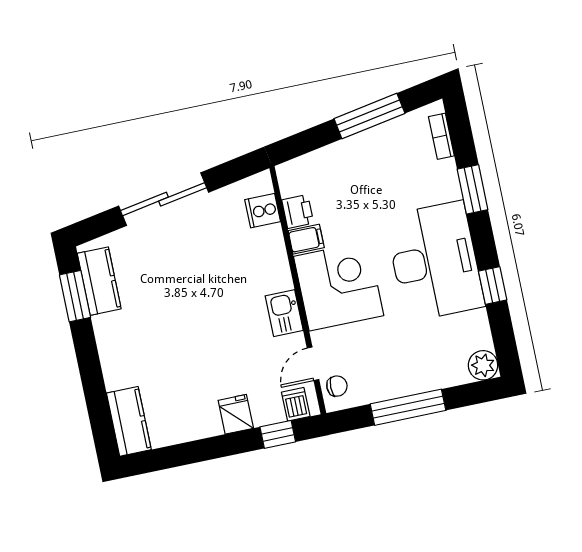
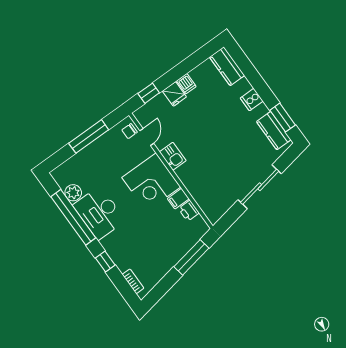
window: (369, 116) -> (191, 257), moved
window: (473, 189) -> (105, 261), width x0.67
cooker: (263, 211) -> (252, 100), moved, turned 180
desk: (435, 261) -> (99, 213), width x0.73, depth x0.77
window: (493, 285) -> (73, 217), width x3.17
plant: (483, 365) -> (73, 193), moved
dishwasher: (296, 404) -> (186, 84), moved

